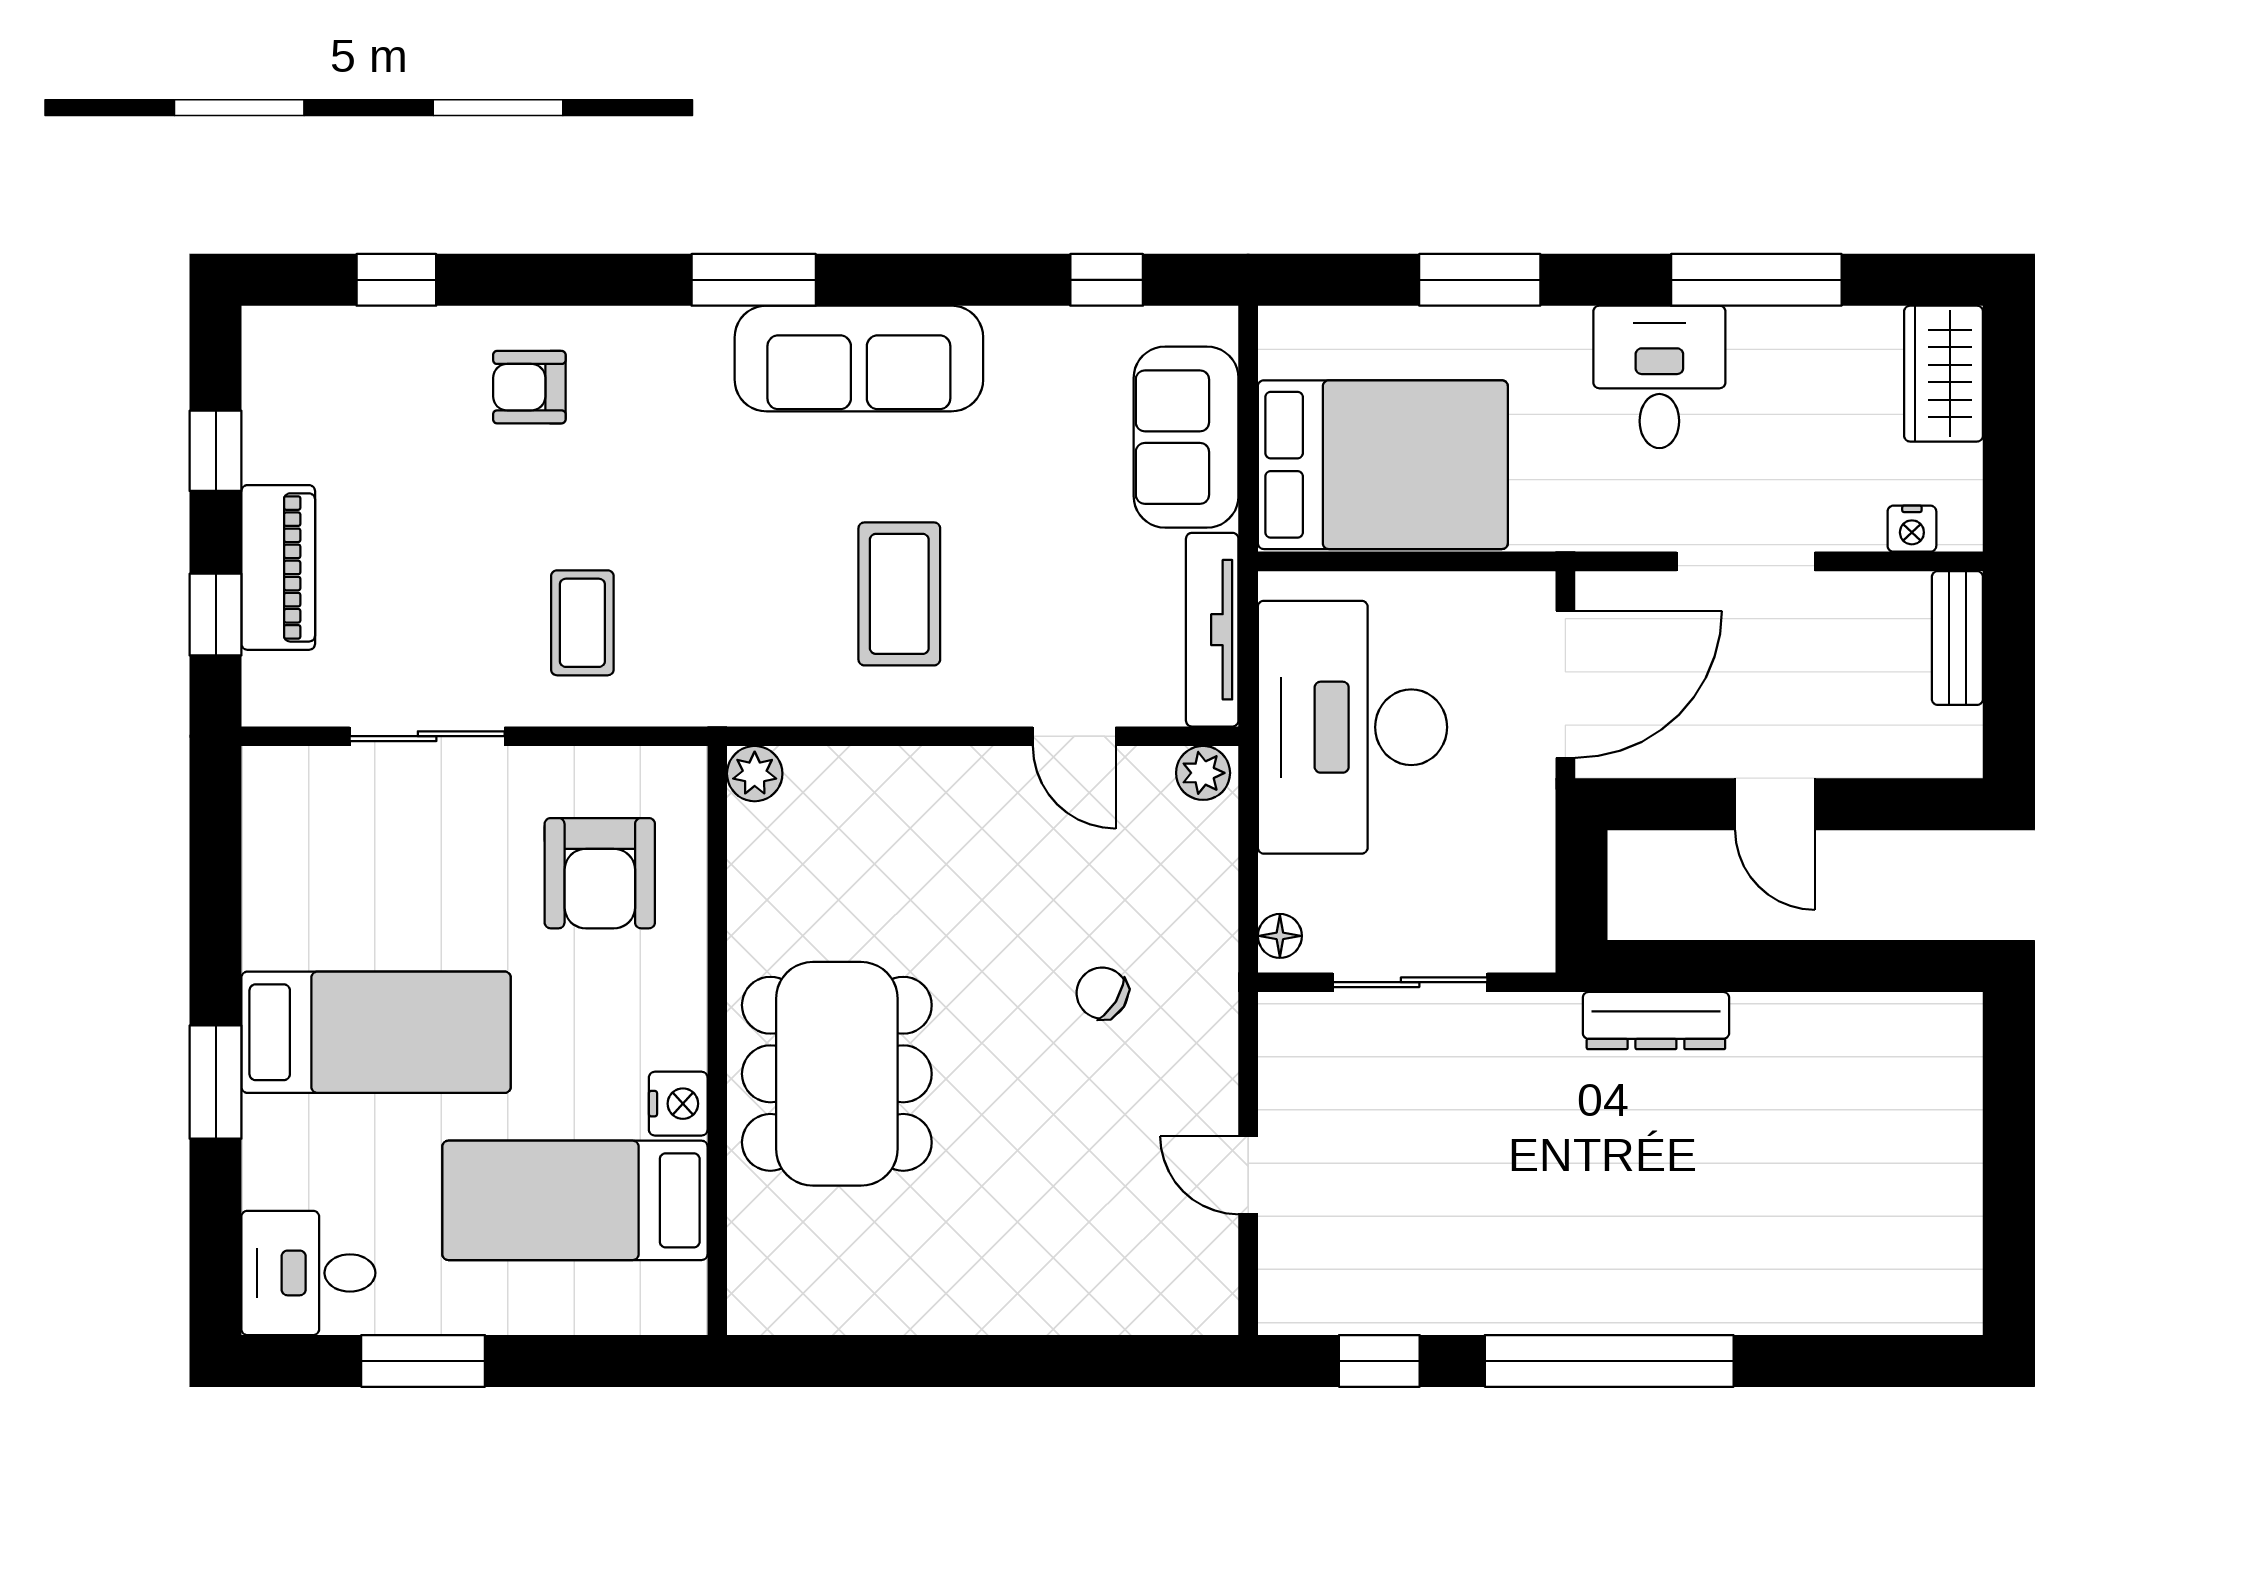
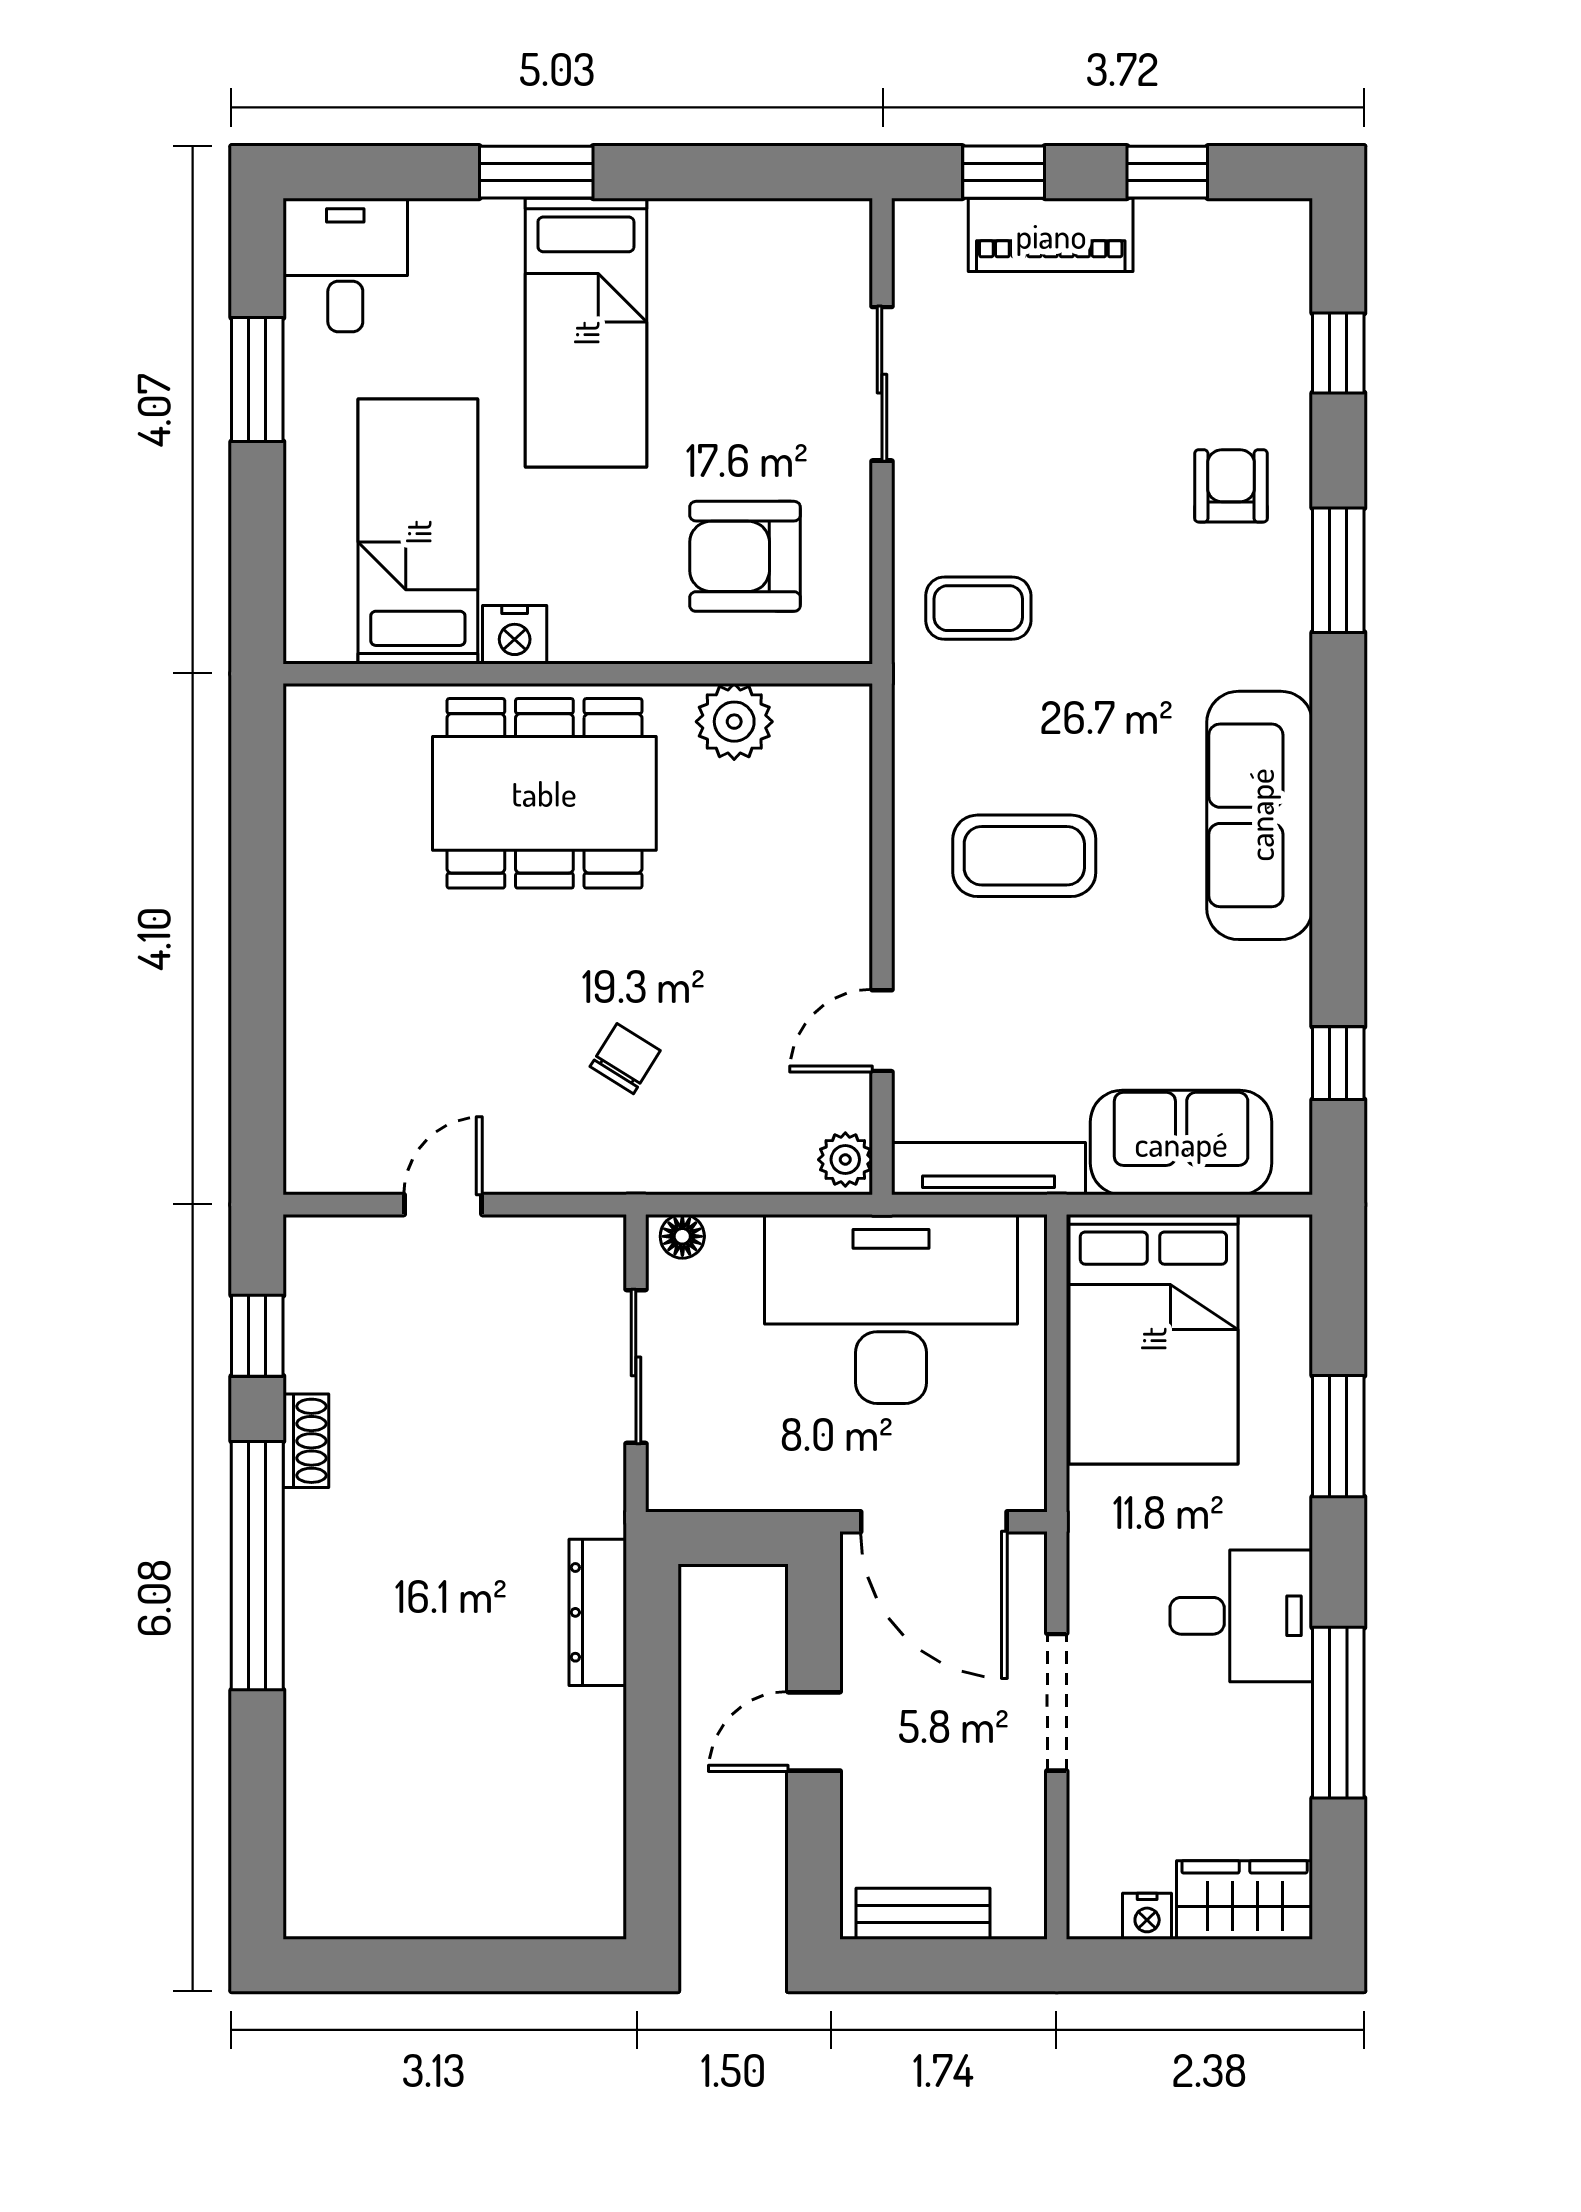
window: (754, 280) -> (1338, 570), moved
nightstand: (1912, 529) -> (1147, 1916), moved, turned -90
coffee table: (582, 623) -> (978, 608), moved
bench: (1957, 638) -> (923, 1914), moved
plant: (755, 774) -> (734, 722), moved, width x1.38, depth x1.38
shoe rack: (1484, 1312) -> (306, 1441), added

